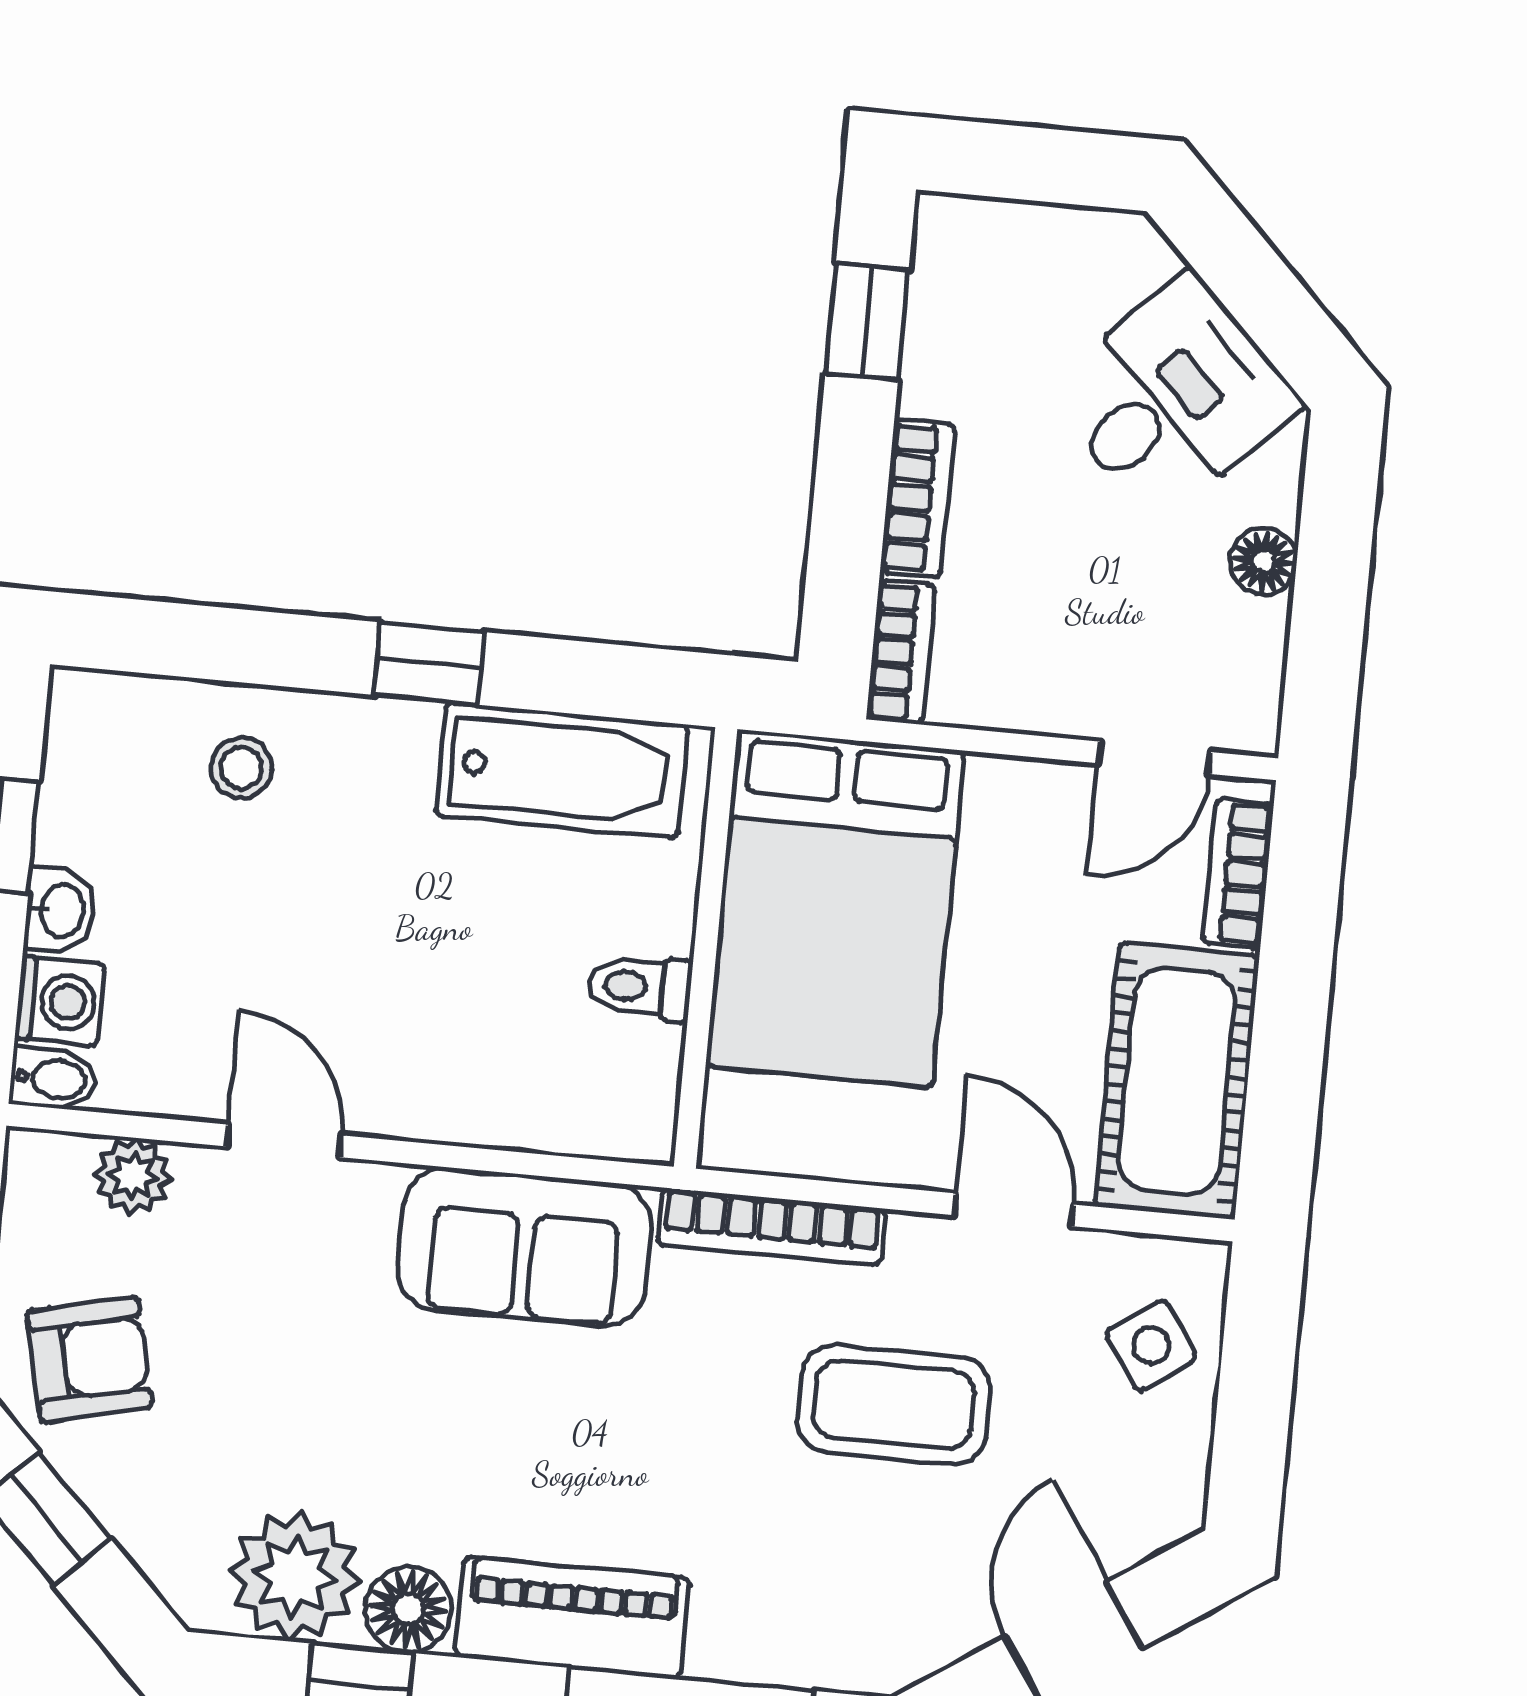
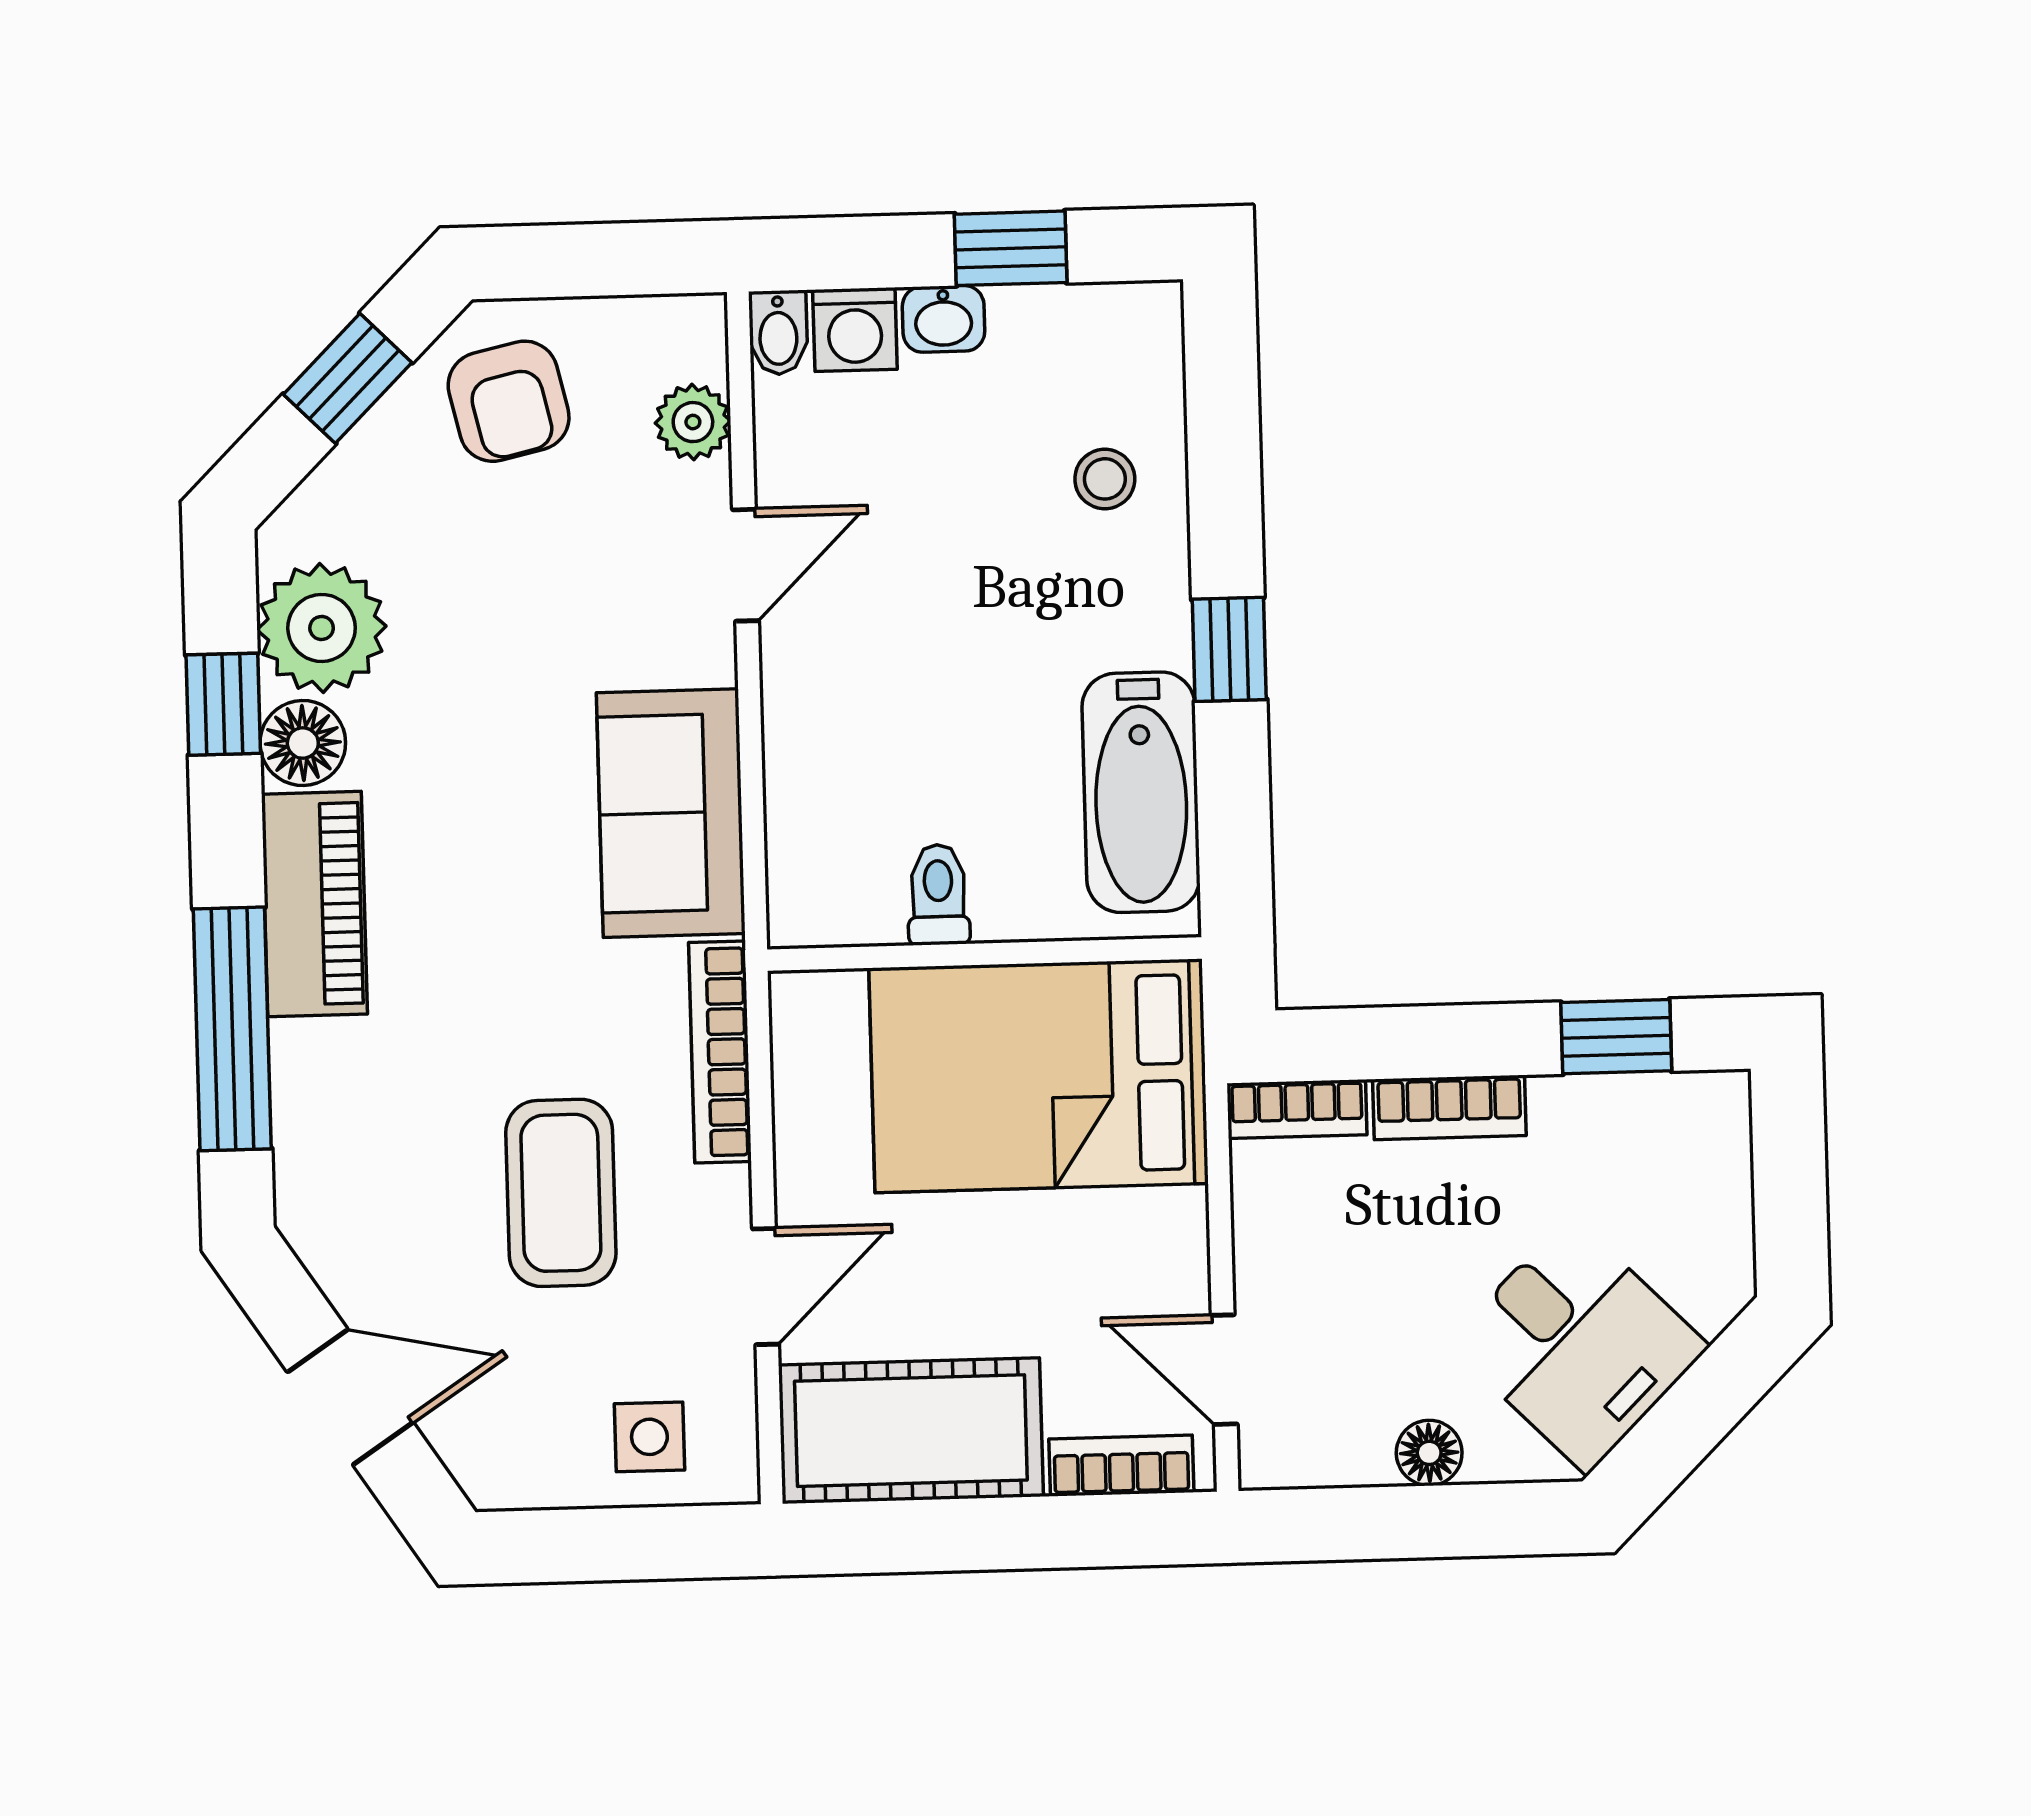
side table: (1151, 1346) -> (649, 1437), turned 35

